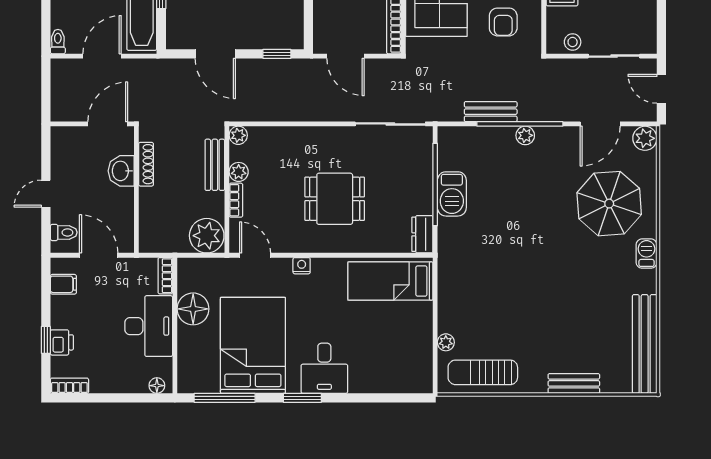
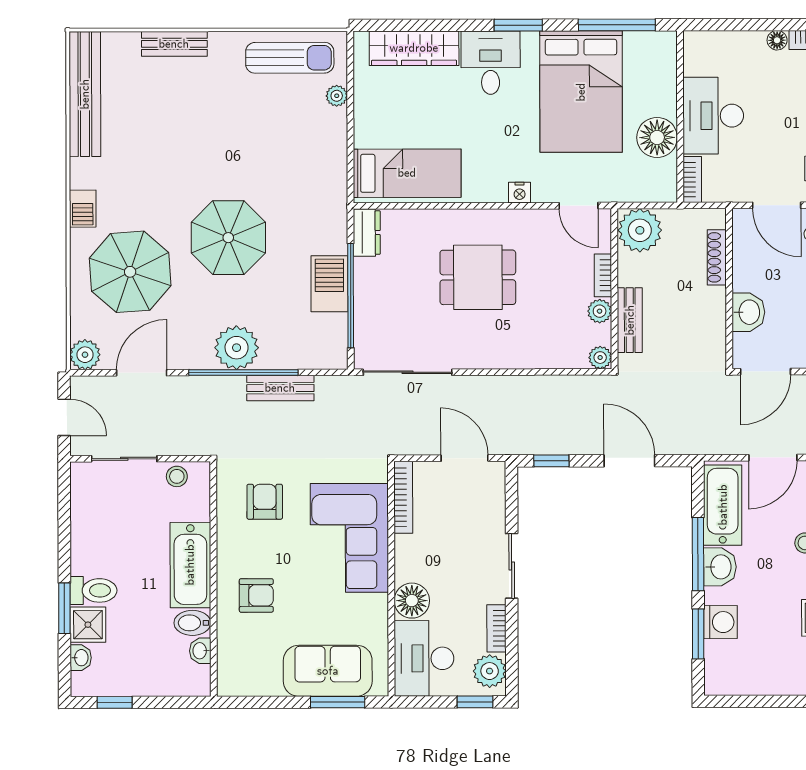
plant: (525, 135) -> (237, 348), width x1.87, depth x1.87
shoe rack: (146, 164) -> (717, 257), moved
parasol: (532, 230) -> (228, 238), added
wardrobe: (385, 380) -> (414, 48), added
floor lamp: (157, 386) -> (777, 40), moved

